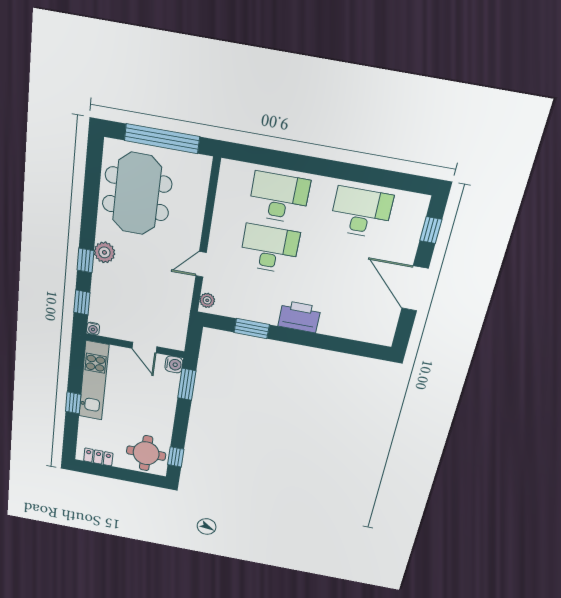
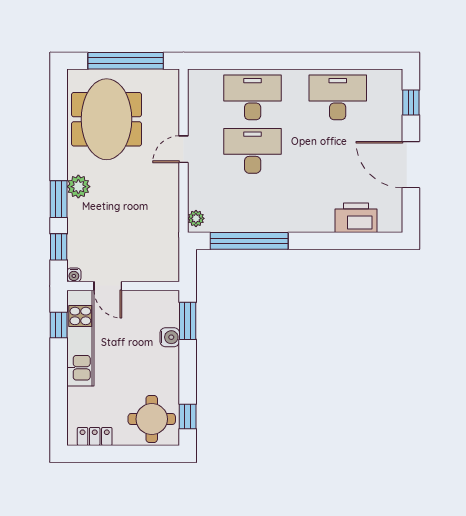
window: (85, 260) -> (59, 199), width x1.50
door: (201, 264) -> (184, 149), moved
printer: (299, 317) -> (356, 218), moved
window: (252, 329) -> (249, 241), width x2.11
door: (144, 347) -> (108, 286), moved
water cooler: (174, 364) -> (170, 337), moved
window: (73, 403) -> (59, 325), moved

